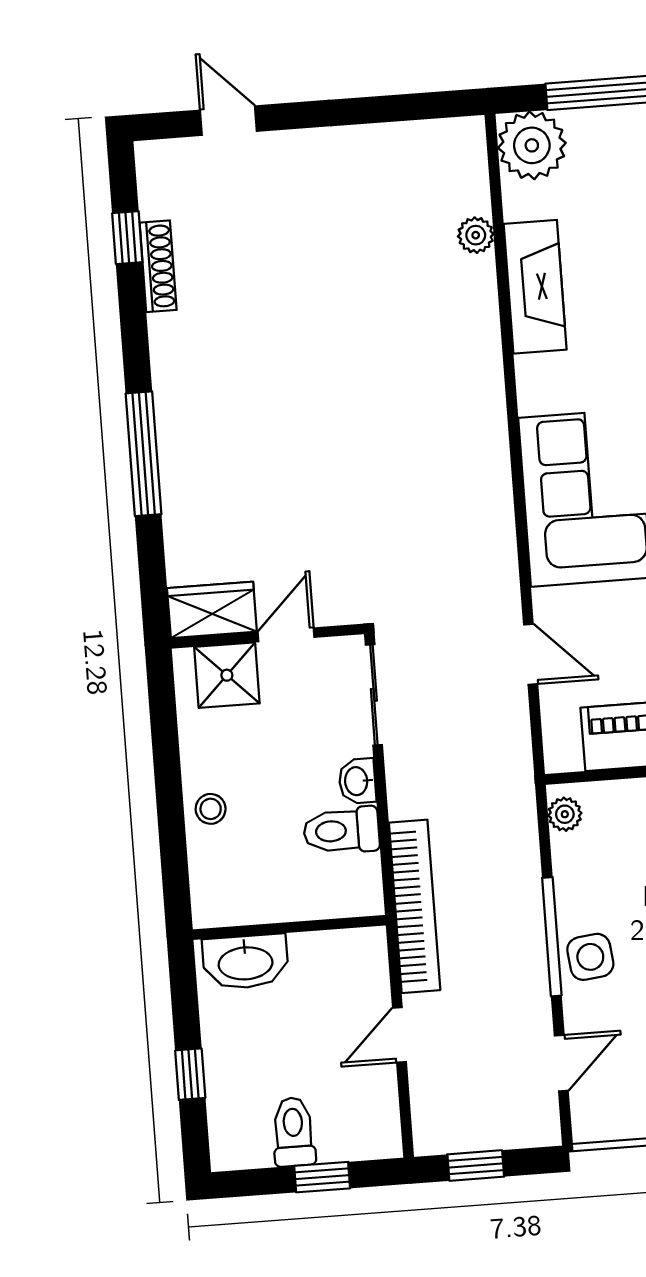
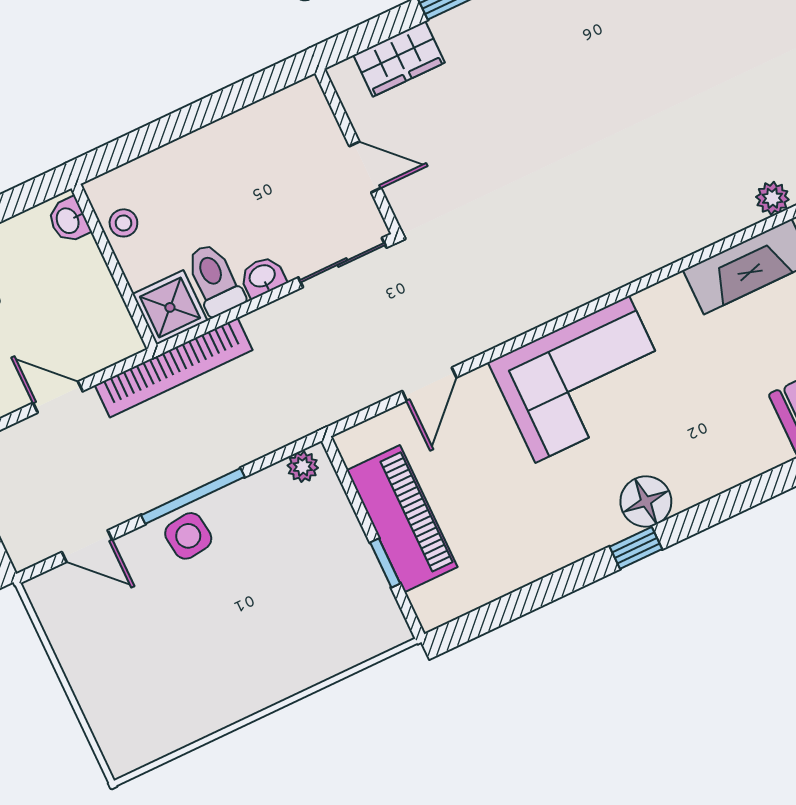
wardrobe: (212, 610) -> (399, 59), moved, turned 90
shower: (227, 675) -> (170, 307), moved
stool: (211, 809) -> (123, 223), moved
washbasin: (245, 962) -> (69, 220), width x0.52, depth x0.69

